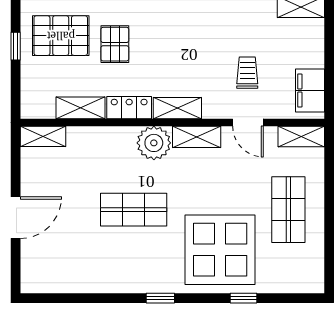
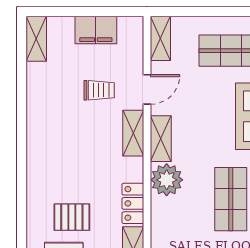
trolley: (247, 73) -> (99, 90), turned 180
filing cabinet: (310, 90) -> (96, 30), moved
shelving: (177, 108) -> (133, 133), moved

